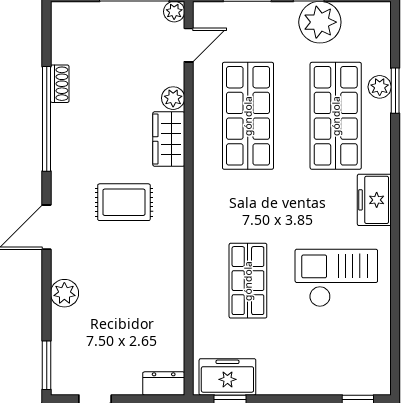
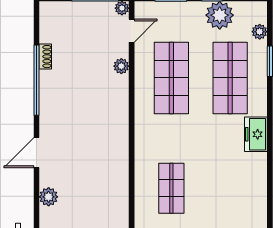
plant: (380, 87) -> (260, 32), moved
wardrobe: (169, 139) -> (118, 94), removed
rug: (124, 202) -> (88, 136), removed
checkout: (336, 278) -> (231, 187), removed

